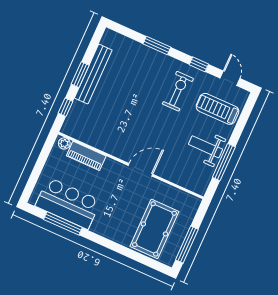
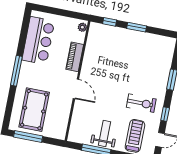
bench: (93, 74) -> (139, 37), removed
piano: (86, 156) -> (75, 57), moved
window: (63, 223) -> (16, 71), moved
pool table: (154, 229) -> (34, 110), turned 90

